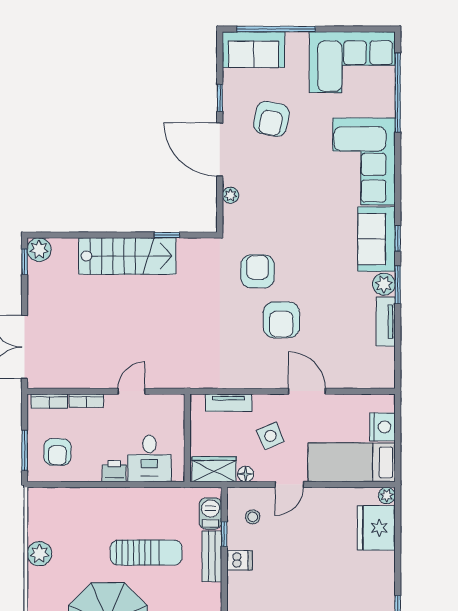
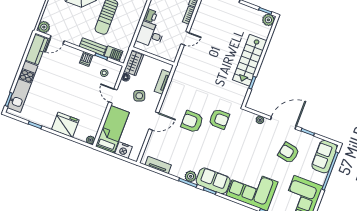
tv unit: (386, 322) -> (158, 165), moved
door: (131, 391) -> (185, 38), hinge flipped
fridge: (376, 528) -> (65, 125), moved

